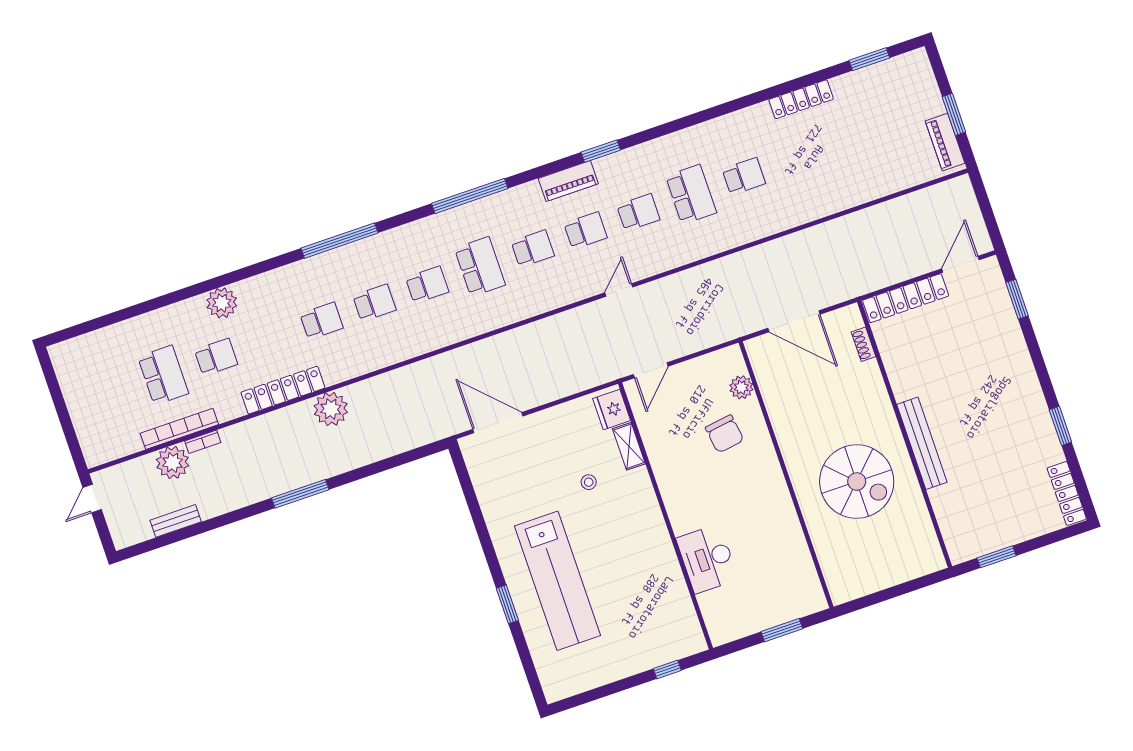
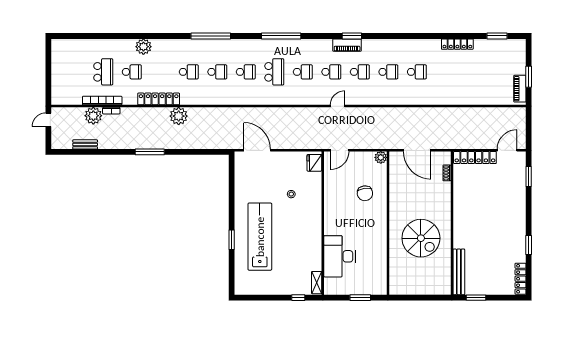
piano: (568, 181) -> (347, 45), moved
school desk: (691, 194) -> (388, 72), width x0.54
plant: (741, 387) -> (381, 157), moved
bench: (922, 443) -> (459, 272), moved
shelving: (629, 446) -> (317, 283), moved
desk: (707, 559) -> (339, 256), width x1.36, depth x1.30
lab bench: (557, 581) -> (260, 237), turned 180

